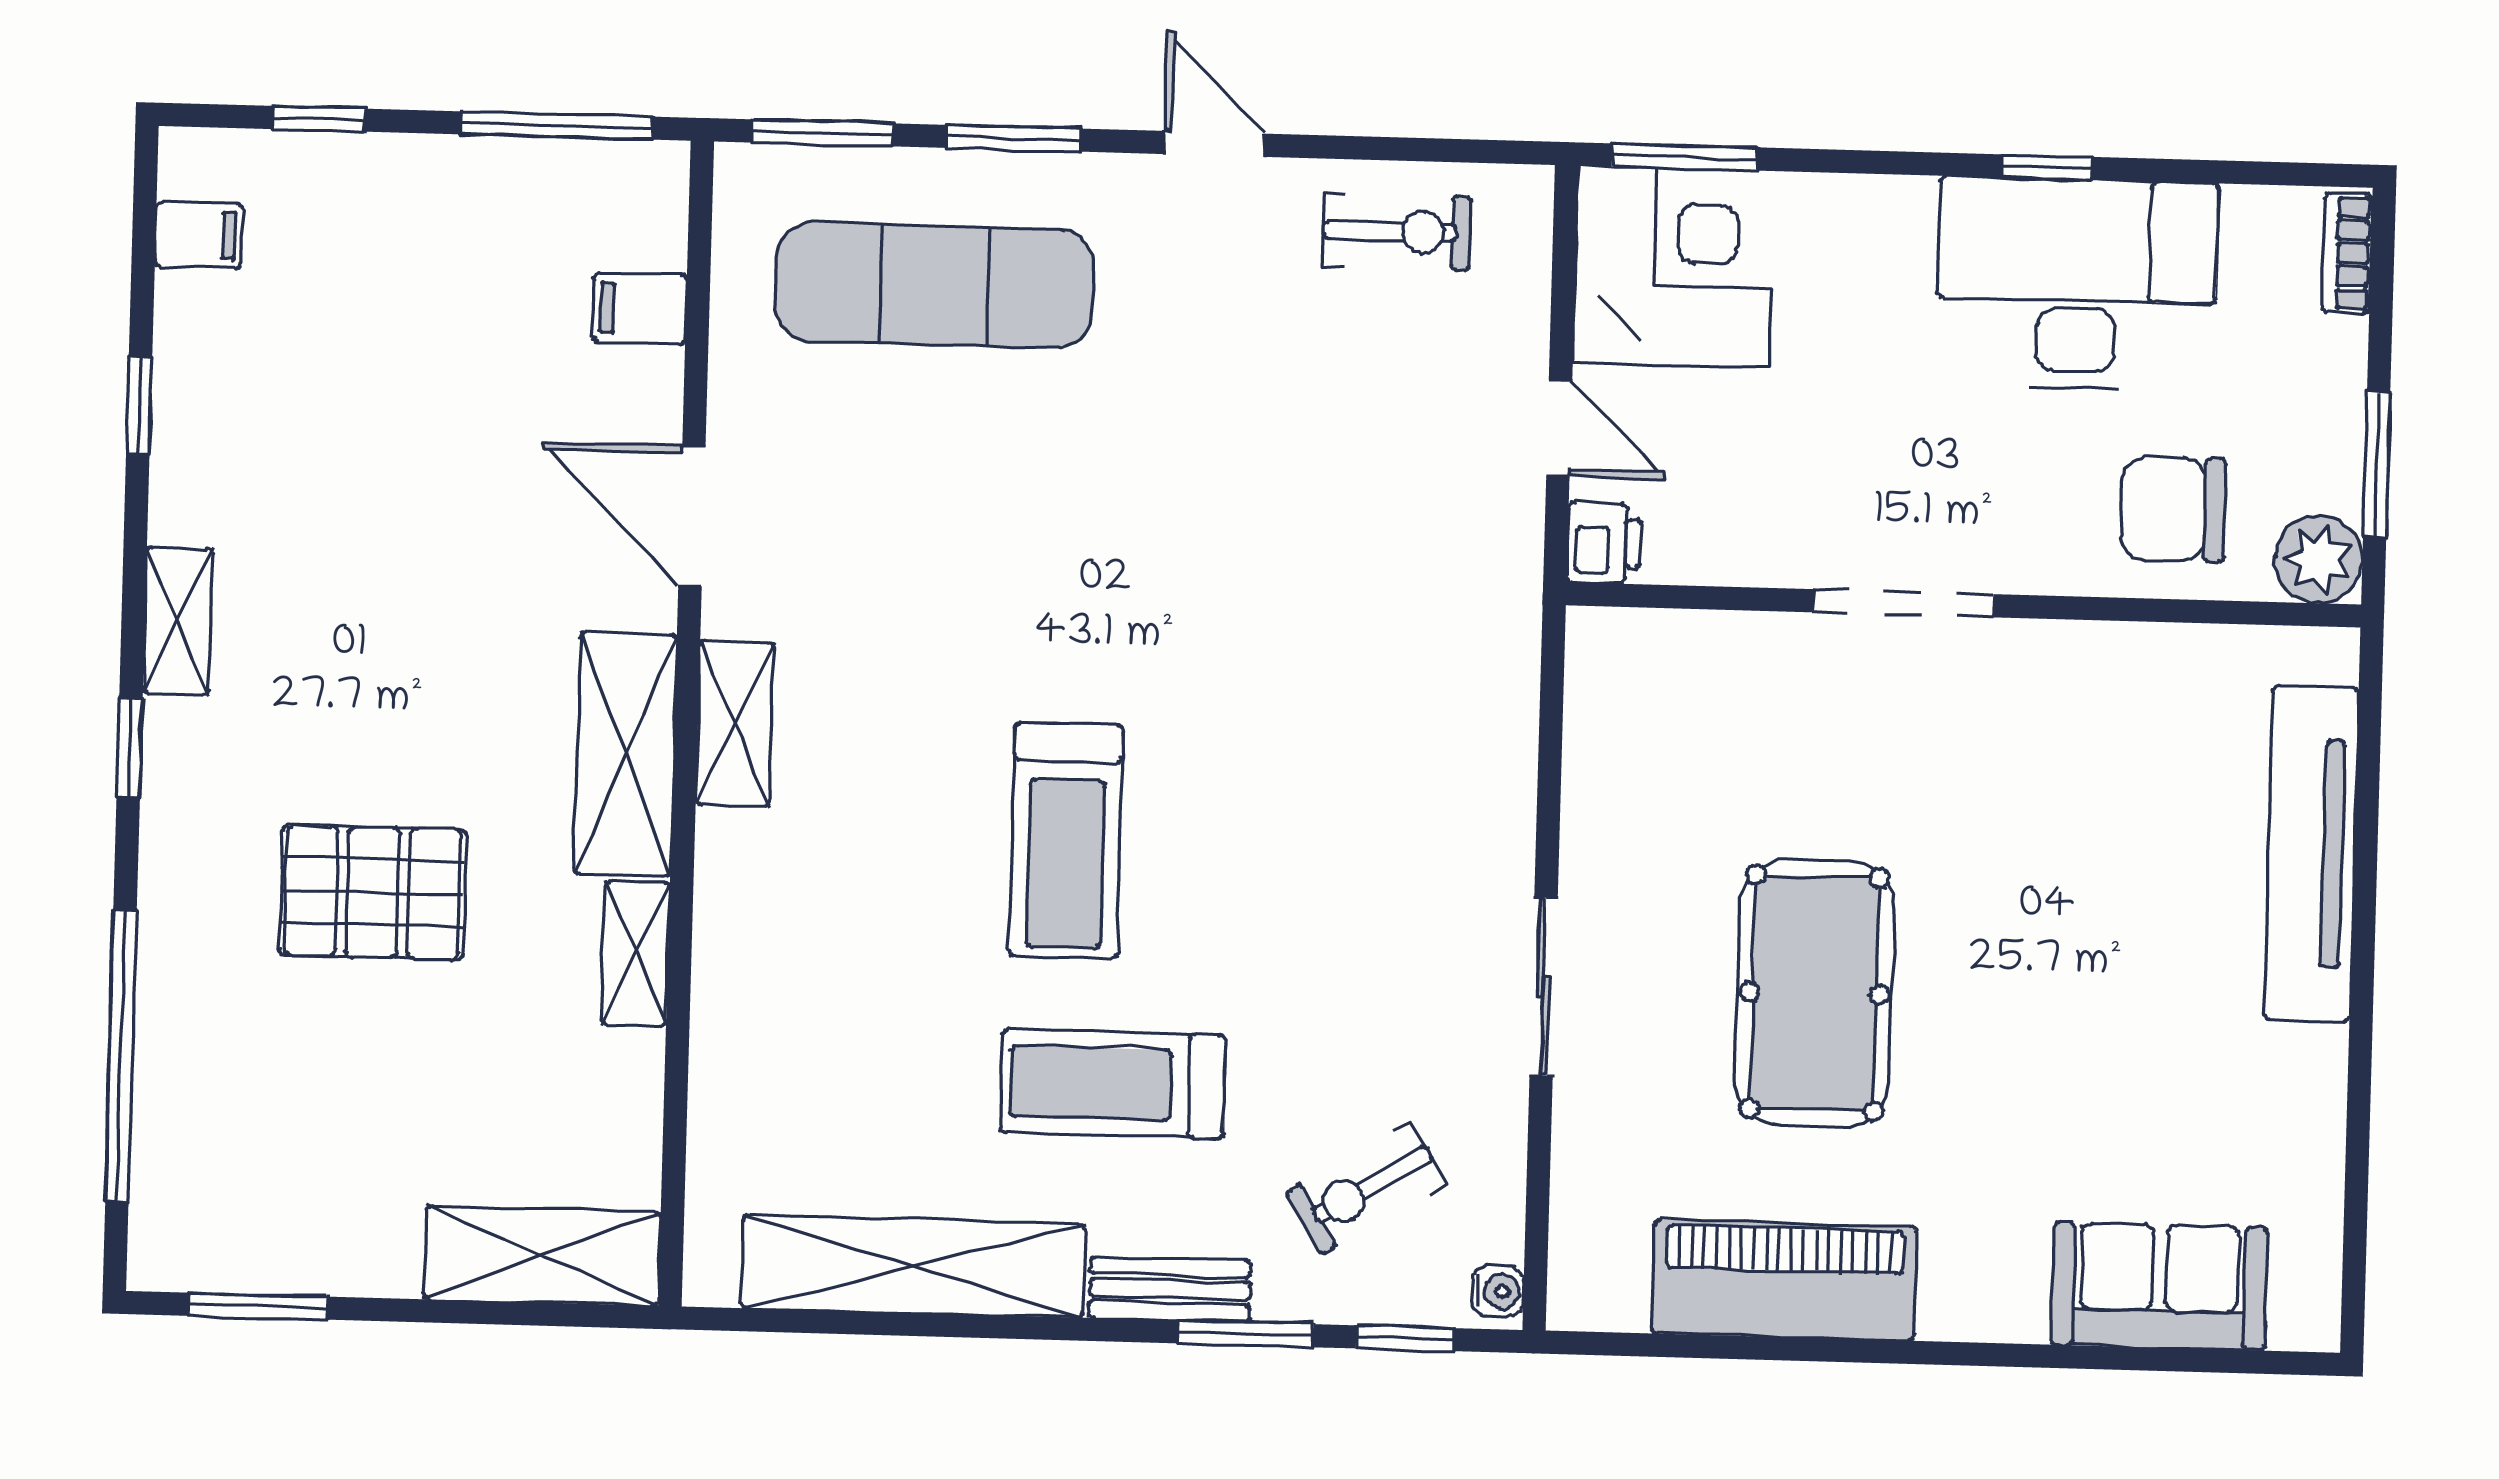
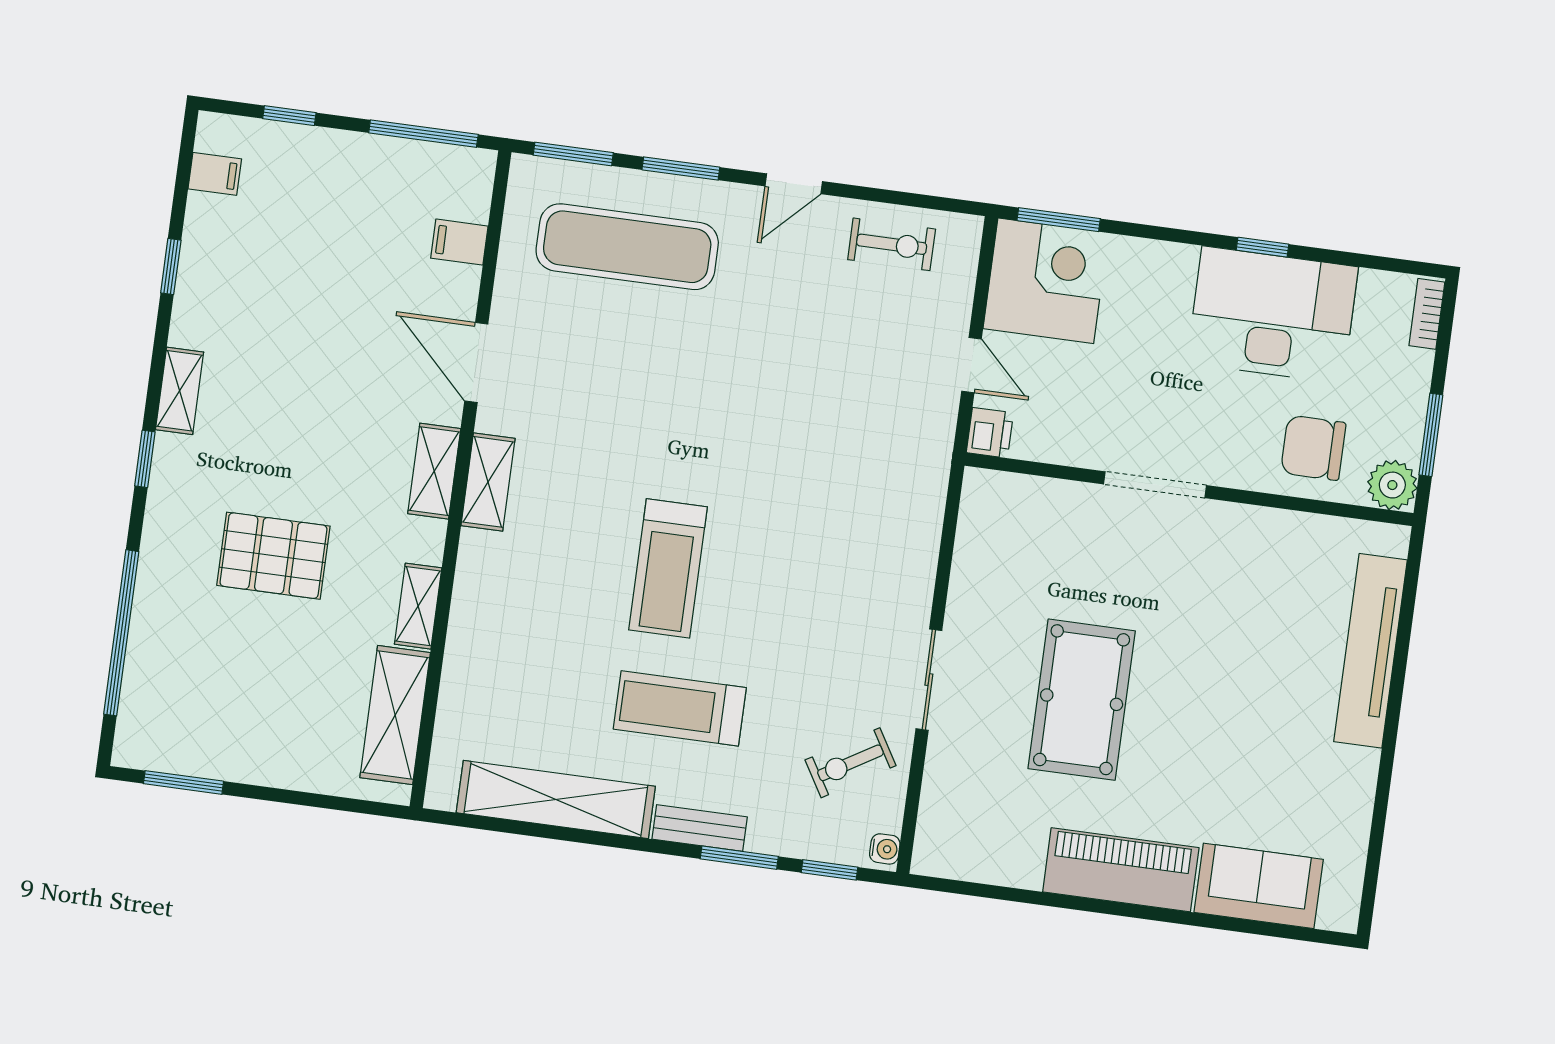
door: (1214, 144) -> (794, 184), swing flipped
shelving: (625, 754) -> (434, 471), width x0.67, depth x0.75
exercise bike: (1366, 1188) -> (850, 763), moved
shelving: (542, 1256) -> (395, 715), moved, turned 90
piano: (1784, 1280) -> (1121, 870), moved

